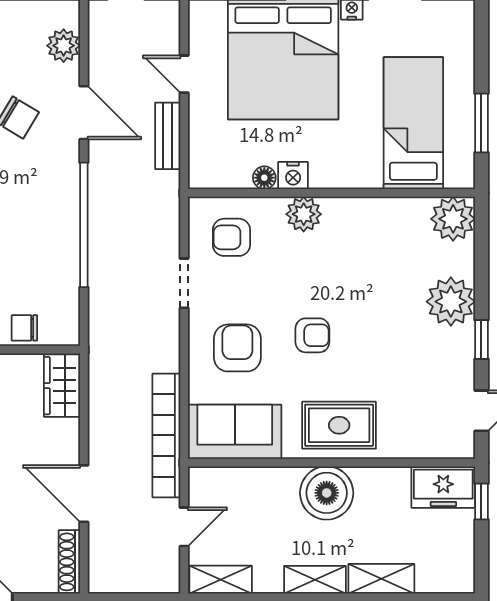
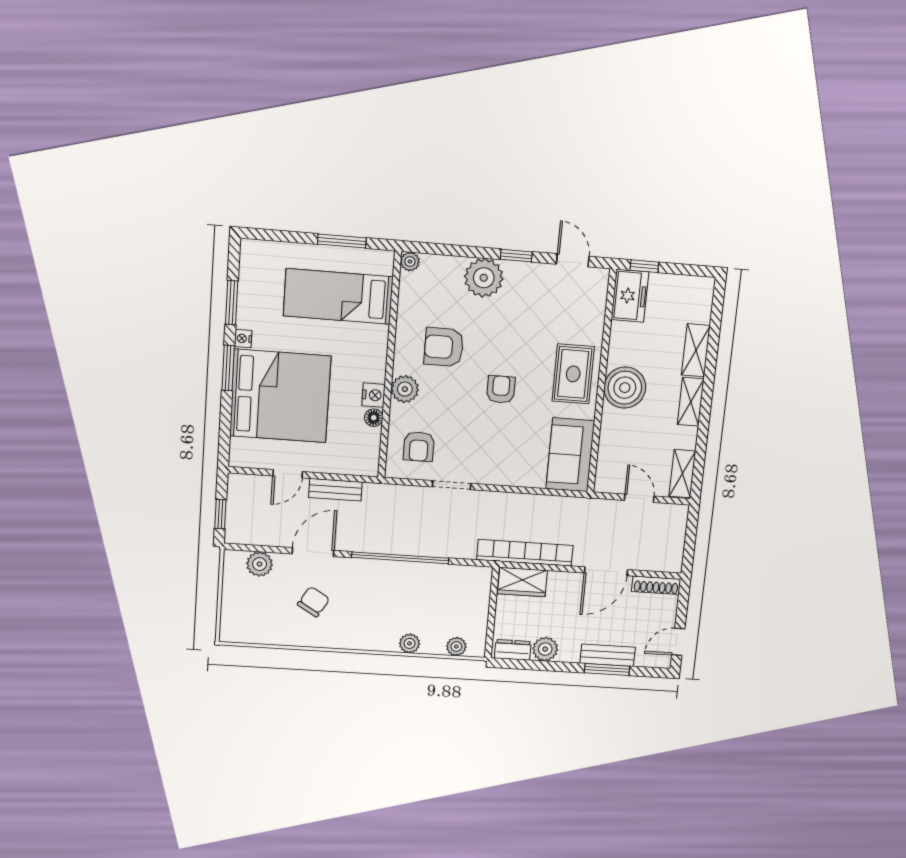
plant: (453, 219) -> (410, 262), width x0.53, depth x0.53
chair: (24, 328) -> (476, 607), removed
armchair: (237, 348) -> (444, 347), moved
bookcase: (166, 435) -> (525, 553), moved, turned 180

